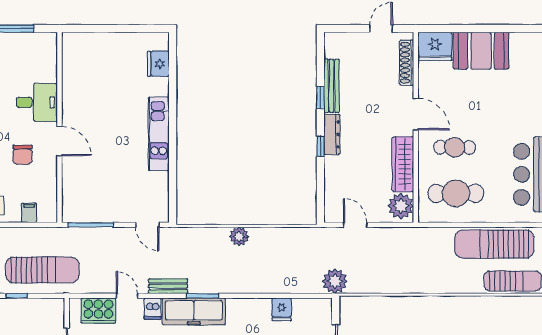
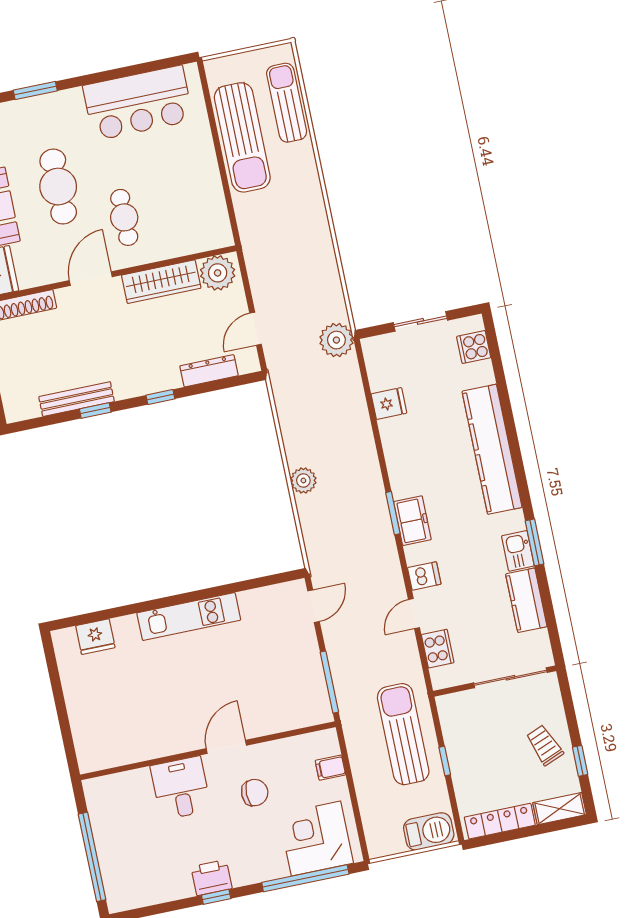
dresser: (332, 134) -> (209, 371), moved
cafe table: (456, 193) -> (58, 187), moved
bench: (168, 286) -> (390, 562), removed
cooker: (98, 311) -> (438, 649), width x0.73, depth x0.76
freezer: (194, 311) -> (412, 521), width x0.52, depth x0.79

